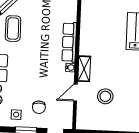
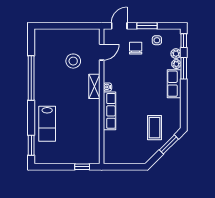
coffee table: (13, 29) -> (155, 128), moved
door: (75, 93) -> (102, 52), moved

